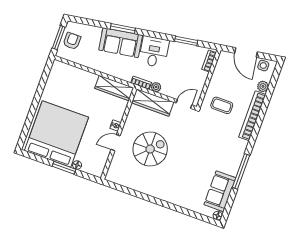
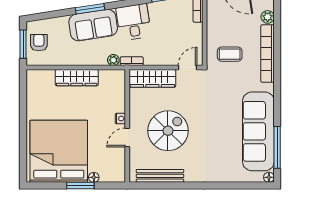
plant: (156, 87) -> (113, 60), moved
wardrobe: (114, 88) -> (77, 78), moved
window: (241, 171) -> (277, 147), moved
bench: (131, 183) -> (160, 176), added
sofa: (220, 191) -> (258, 131), width x1.85, depth x1.27

